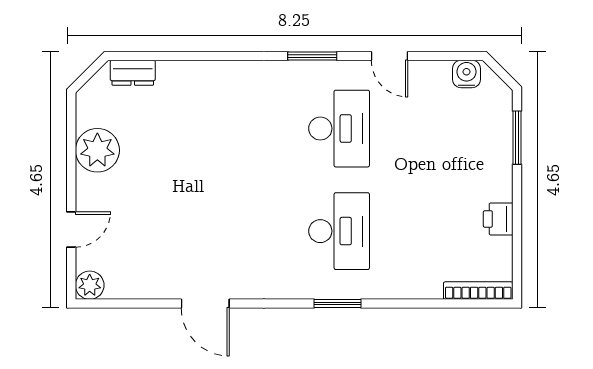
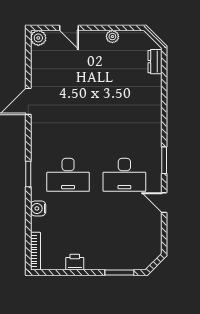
door: (390, 56) -> (164, 203), hinge flipped
water cooler: (466, 74) -> (38, 208), moved, turned 180
plant: (97, 150) -> (112, 37), width x0.53, depth x0.53

